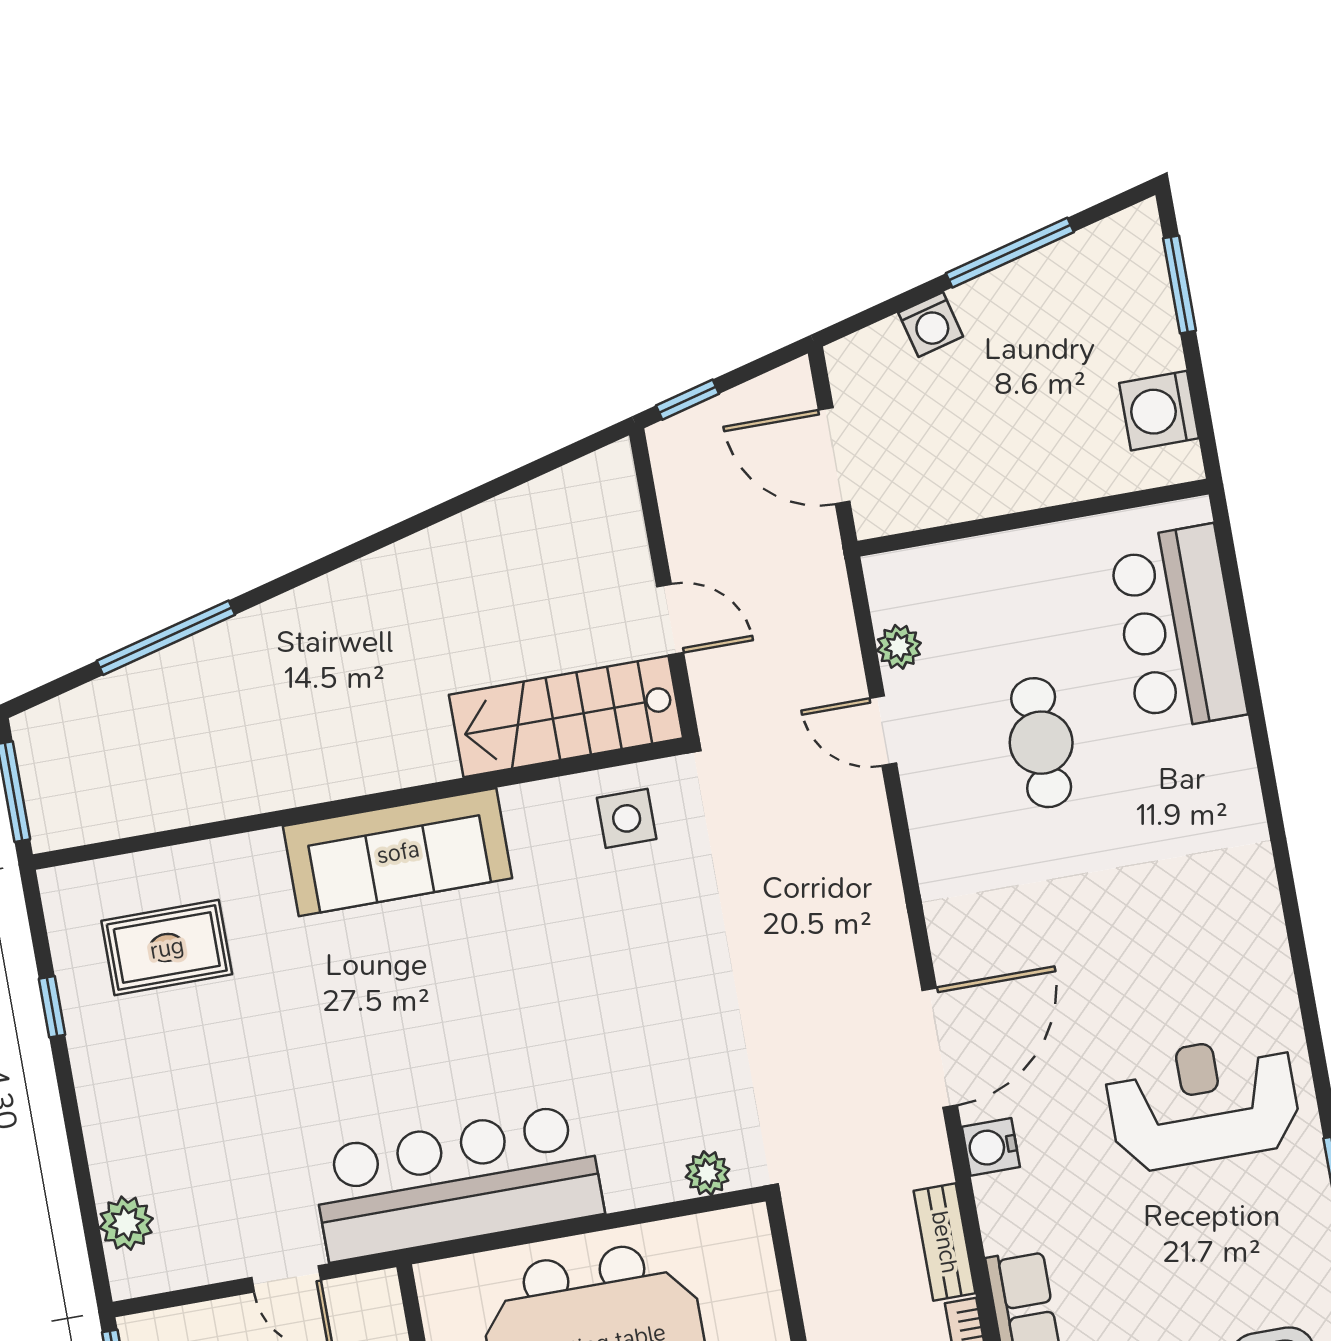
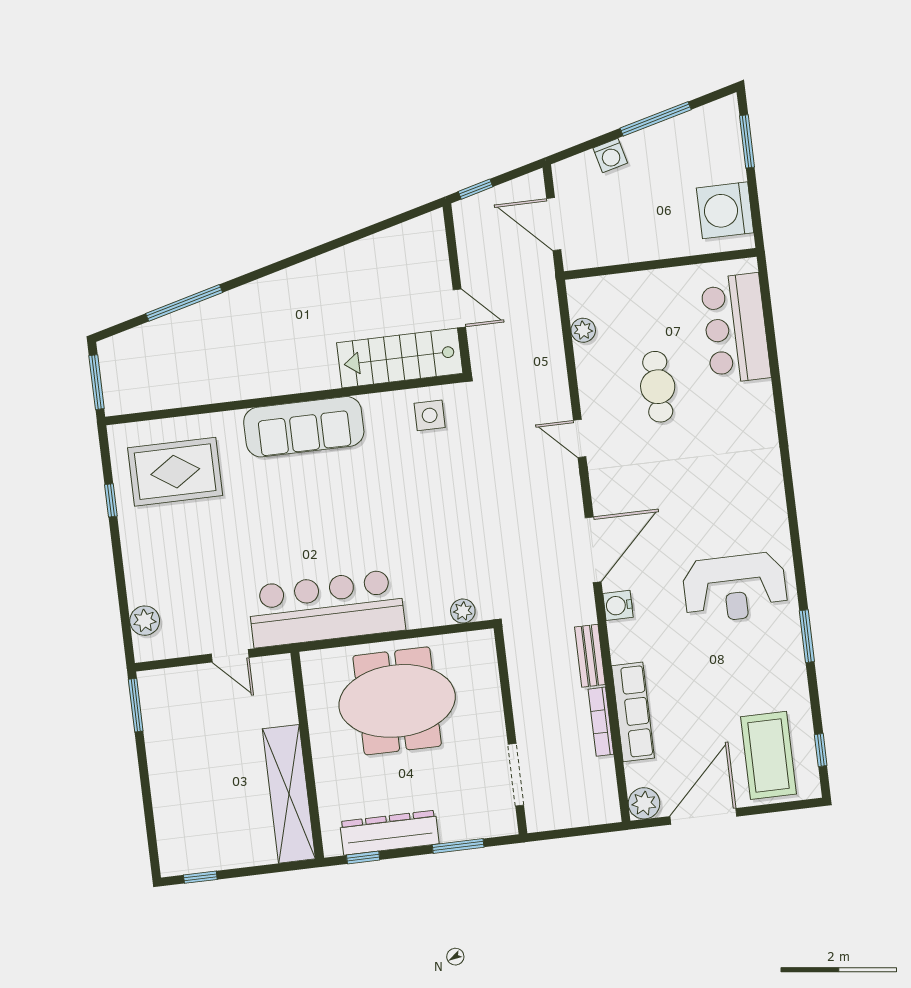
washing machine: (1159, 411) -> (725, 210), width x1.37, depth x1.37
door: (883, 731) -> (580, 438), moved
rug: (167, 948) -> (175, 472), width x1.36, depth x1.43
reception desk: (1203, 1103) -> (735, 588), turned 180

